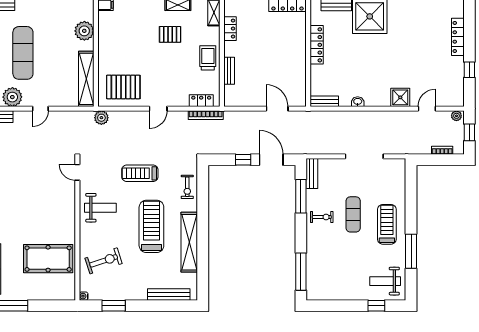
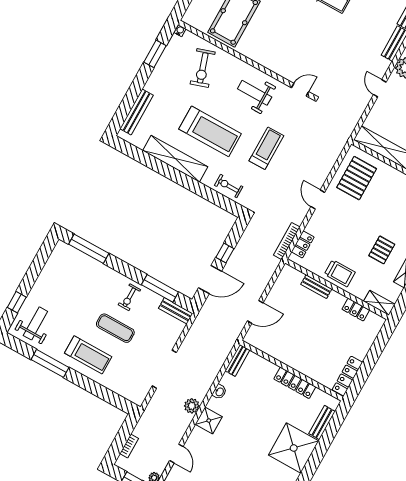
shower: (400, 97) -> (209, 421), moved
plant: (101, 118) -> (192, 406), moved
weight bench: (100, 208) -> (255, 93), turned 90

